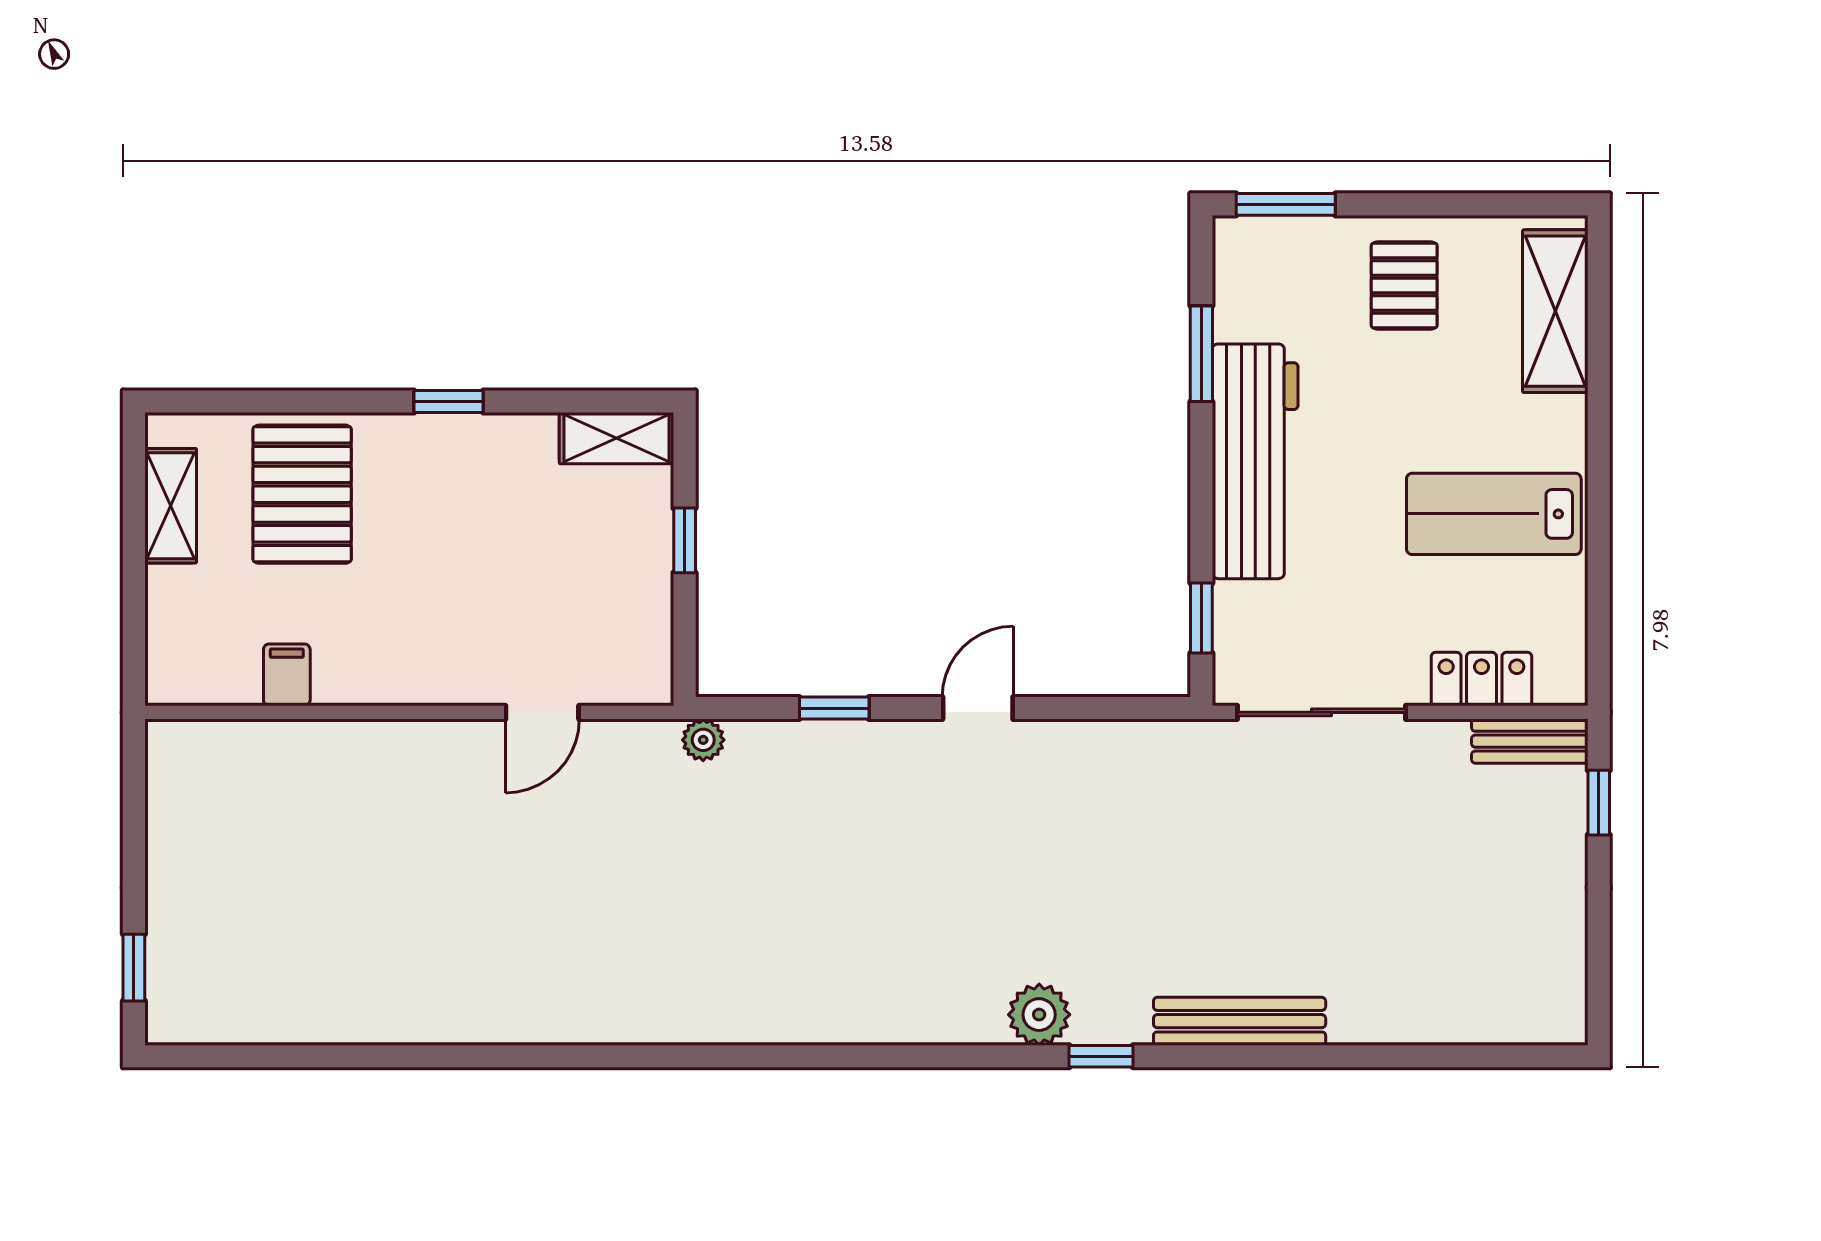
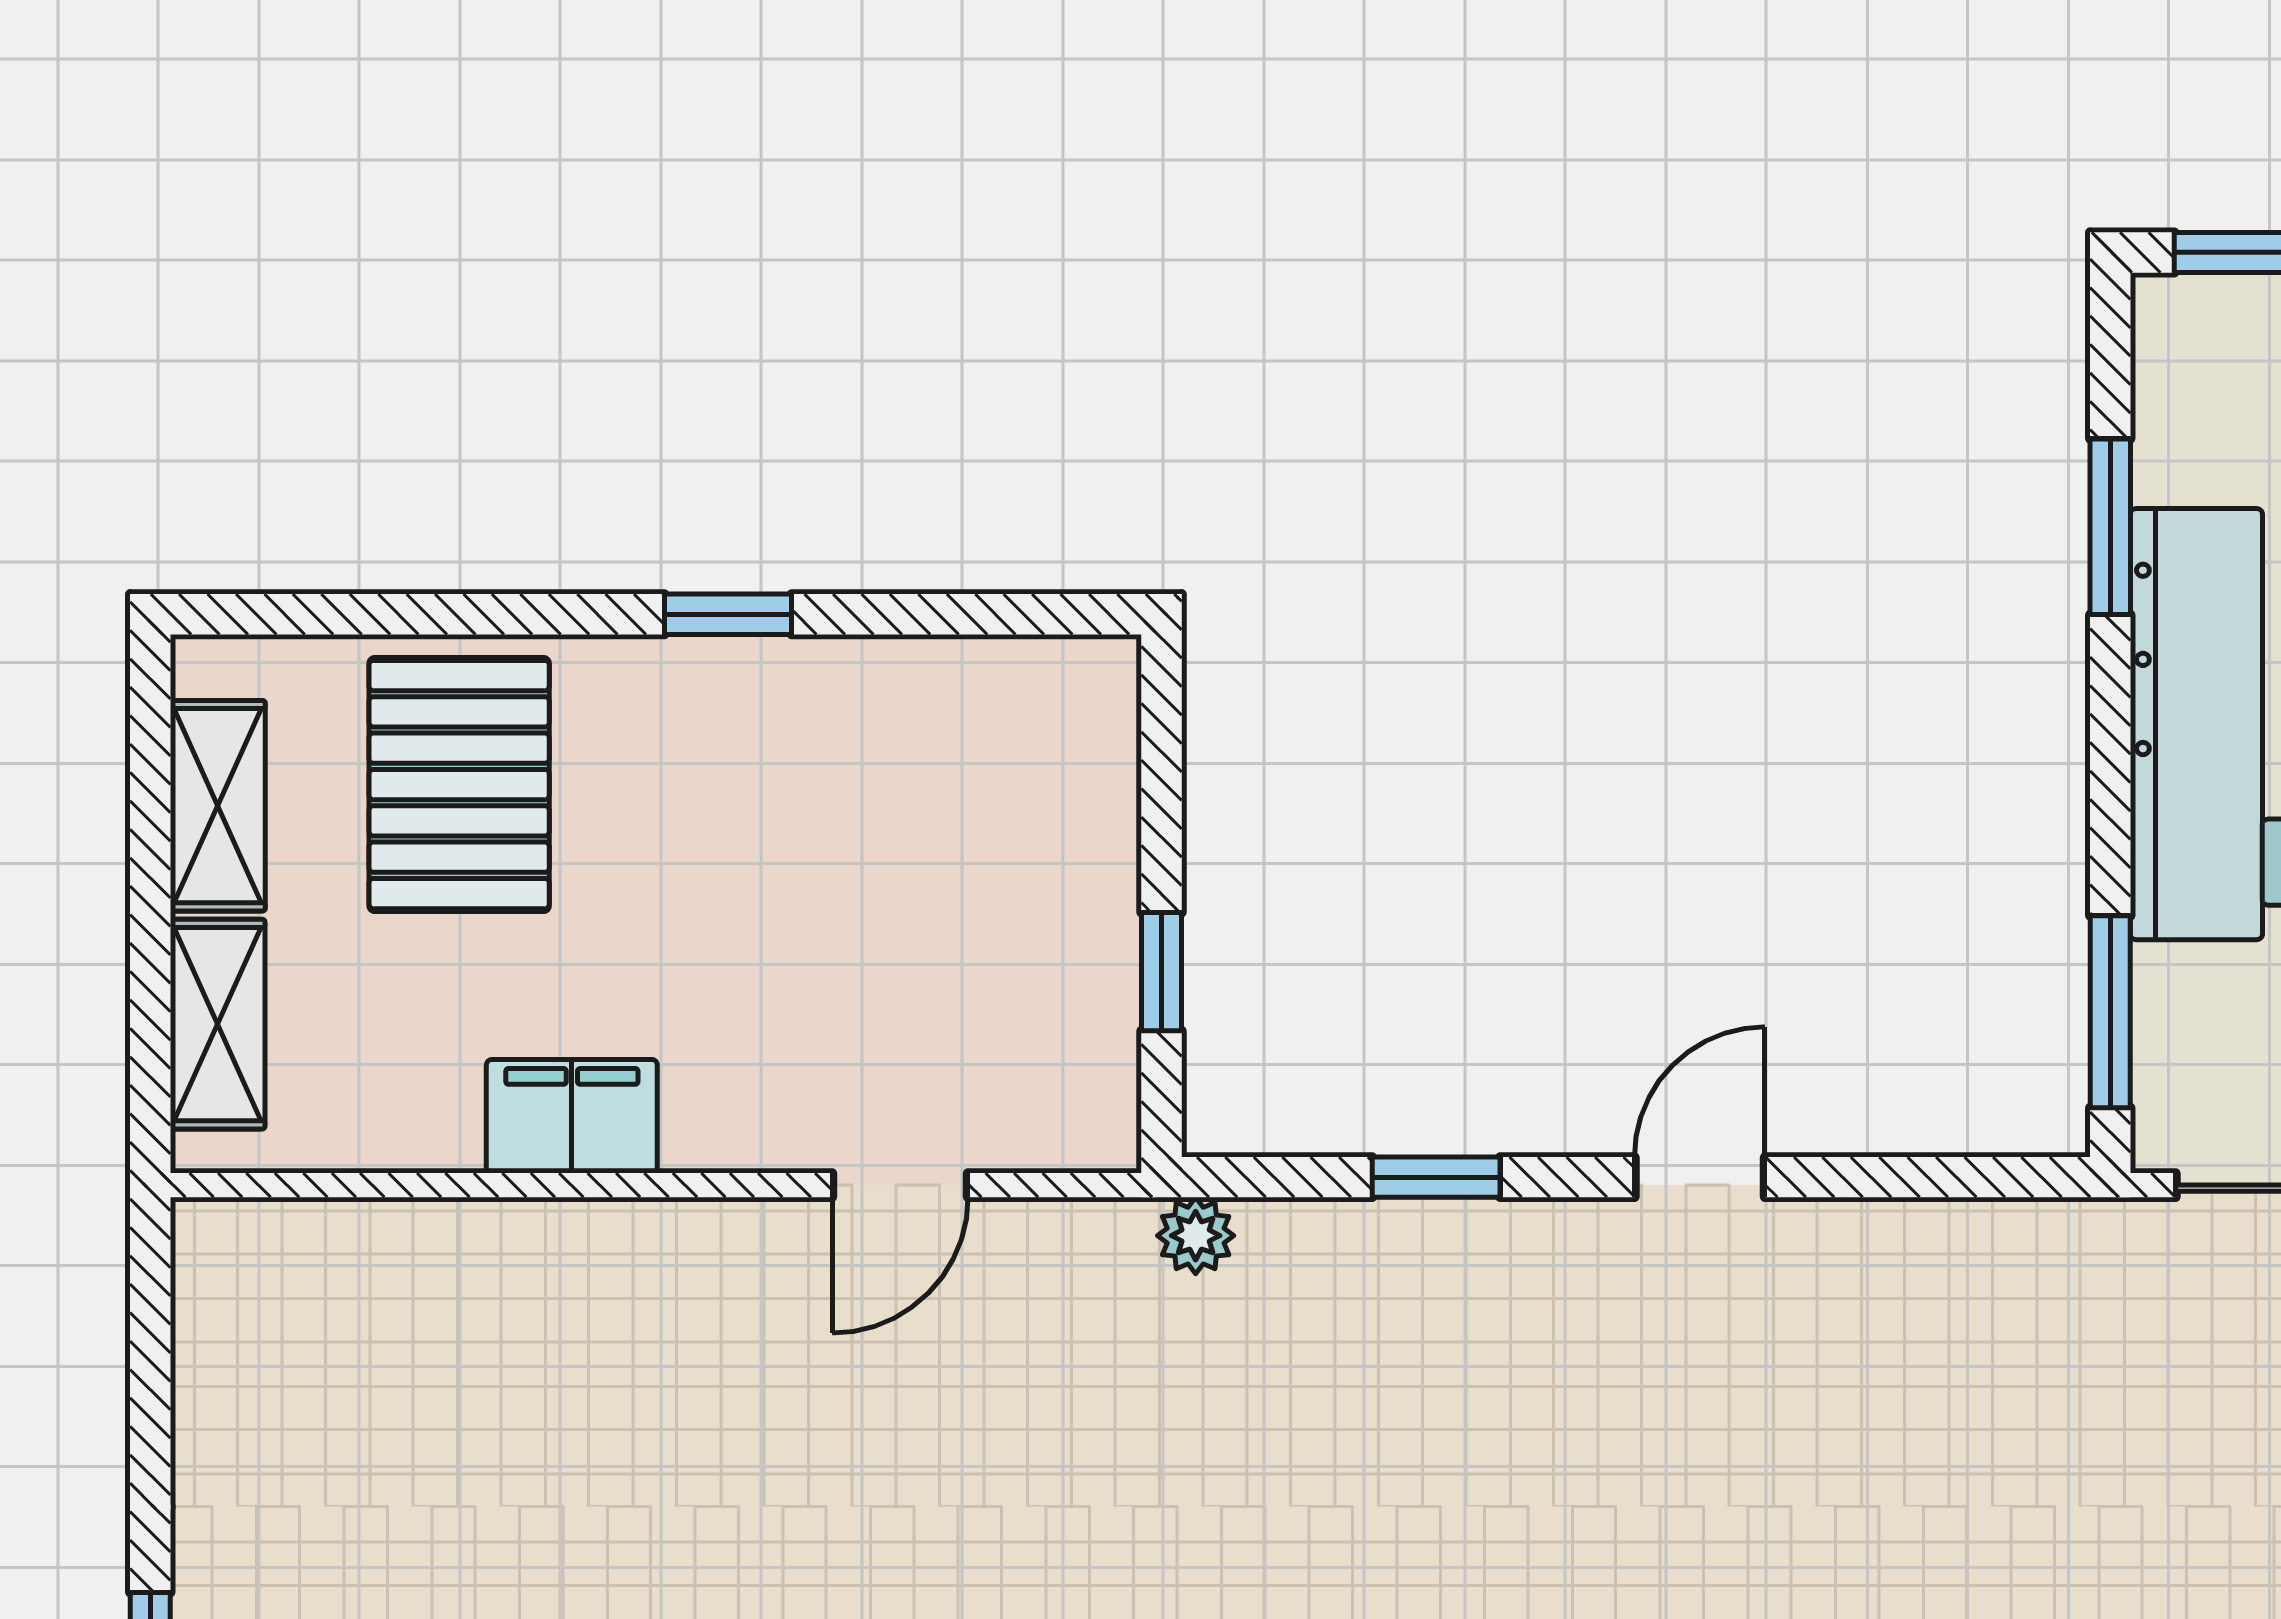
shelving: (616, 438) -> (218, 1024), moved, turned 90
window: (685, 540) -> (1161, 972), moved
window: (1201, 618) -> (2110, 1012), width x1.50
filing cabinet: (287, 675) -> (572, 1116), moved, width x2.00

